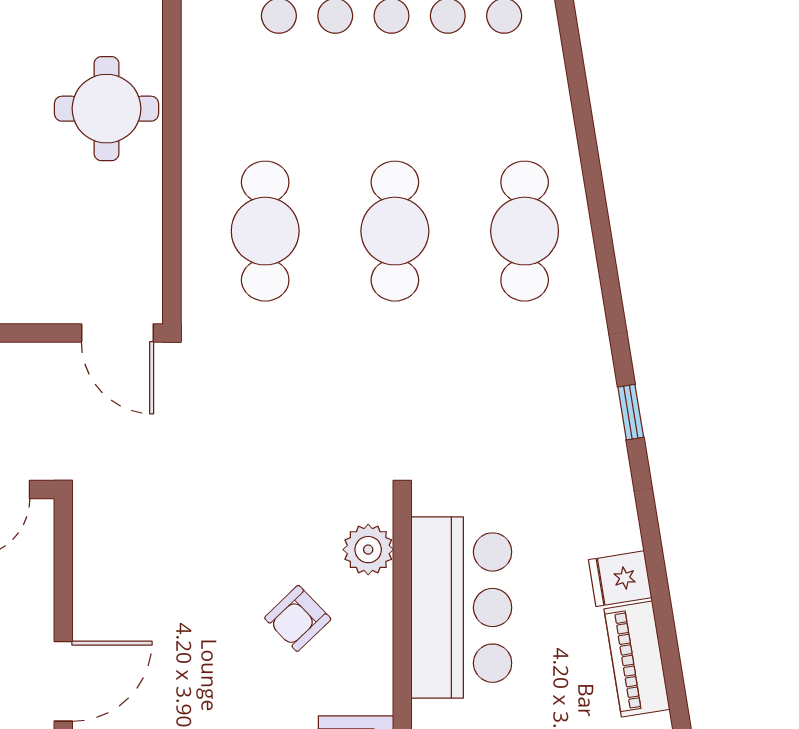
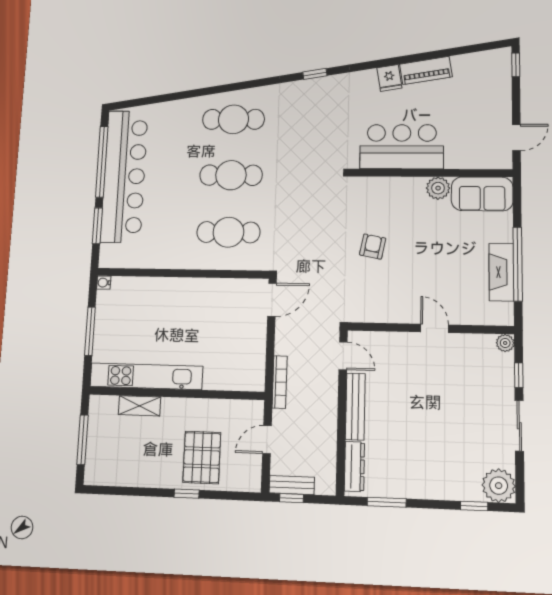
round table: (107, 109) -> (170, 303), removed
plant: (368, 550) -> (438, 188), moved
armchair: (298, 618) -> (373, 247), moved, turned -125
door: (63, 681) -> (435, 328), width x0.73

